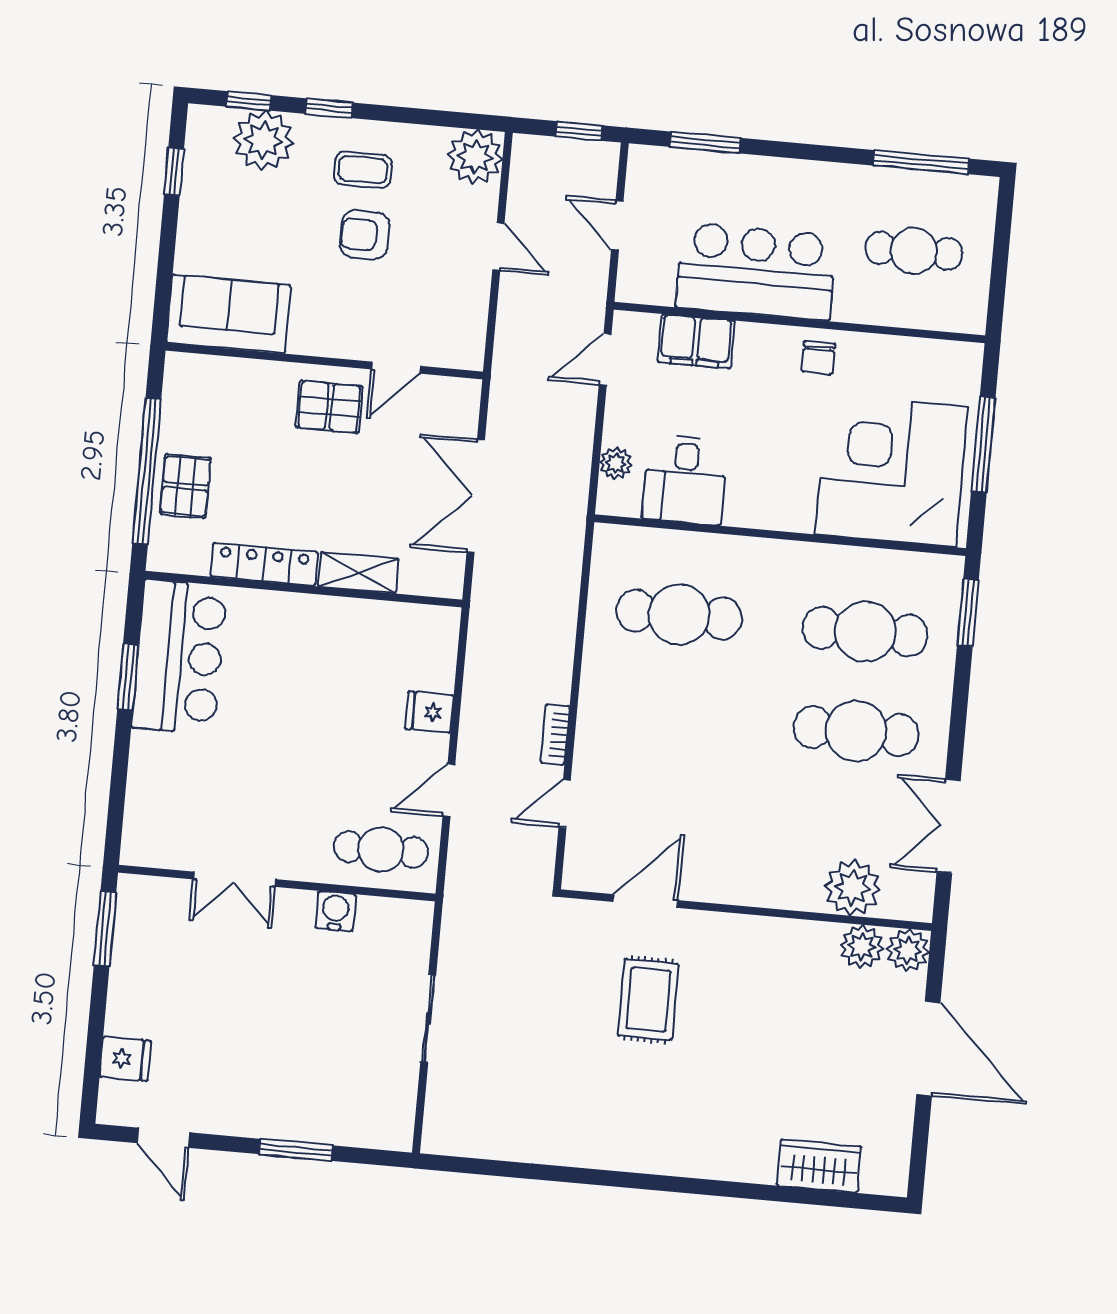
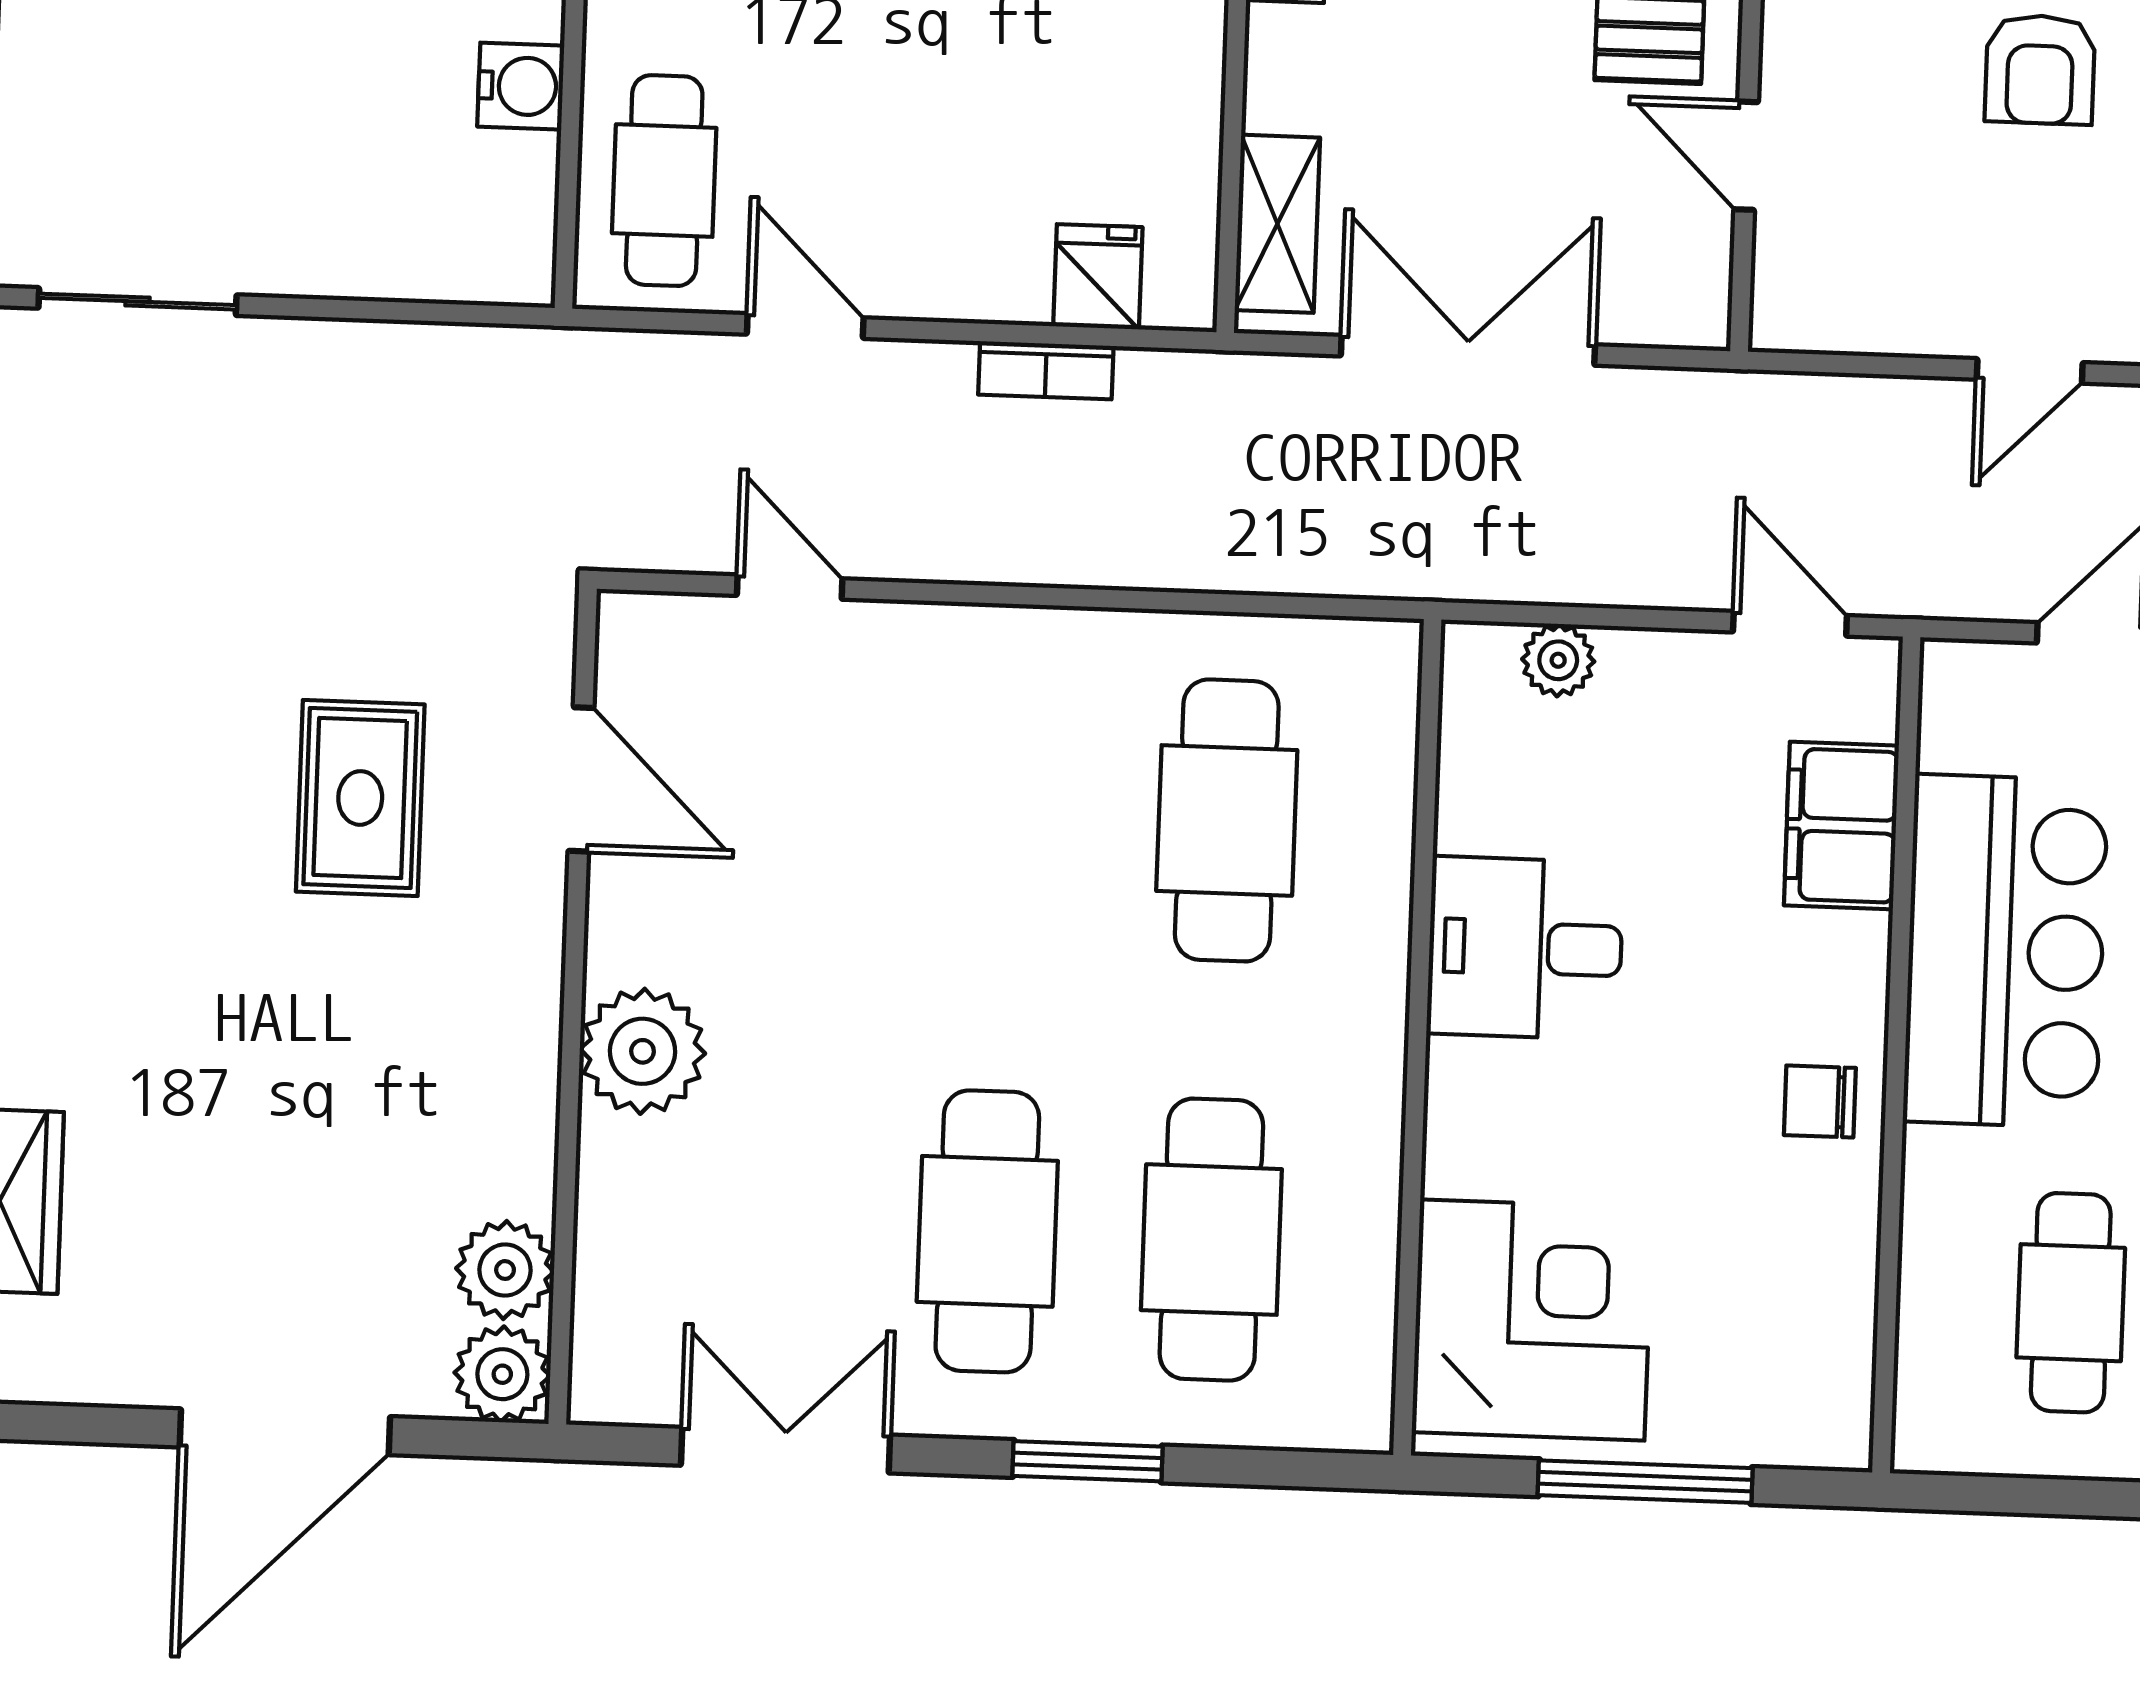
armchair: (365, 235) -> (2040, 70), turned 180
corner desk: (892, 470) -> (1532, 1320), width x0.74, depth x0.74
desk: (685, 480) -> (1525, 948), moved
shelving: (358, 573) -> (1277, 224), moved
window: (968, 613) -> (1088, 1461), moved
fridge: (429, 712) -> (1098, 277), moved
bookcase: (555, 734) -> (1046, 370), moved, turned 180
plant: (853, 888) -> (643, 1051), moved
rug: (648, 1000) -> (360, 798), turned 90
sliding door: (428, 1018) -> (138, 302), moved

